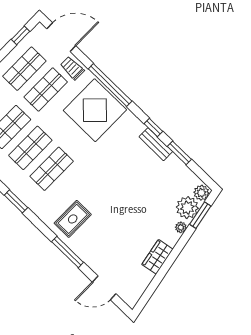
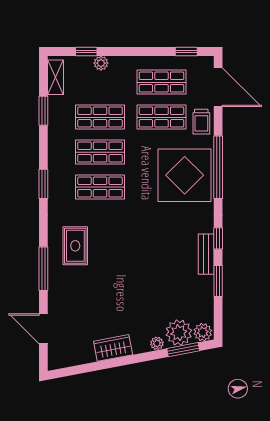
trolley: (72, 68) -> (201, 122), turned 180
rug: (73, 219) -> (75, 246), turned 90

